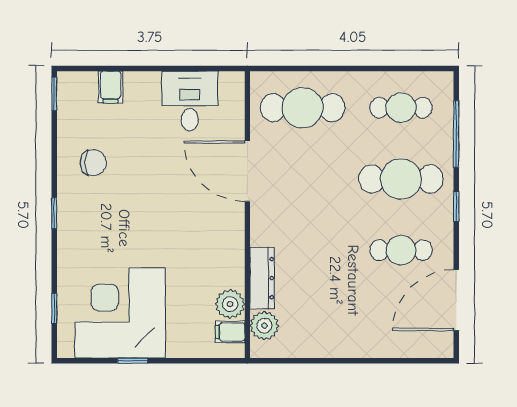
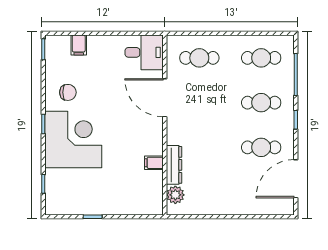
desk: (190, 101) -> (144, 52), moved, turned 90
cafe table: (303, 108) -> (199, 58), width x0.73, depth x0.74
cafe table: (401, 179) -> (261, 103), width x0.73, depth x0.74
plant: (230, 304) -> (154, 181), removed
corner desk: (120, 313) -> (73, 139), moved, turned 90
filing cabinet: (230, 332) -> (154, 163), moved

